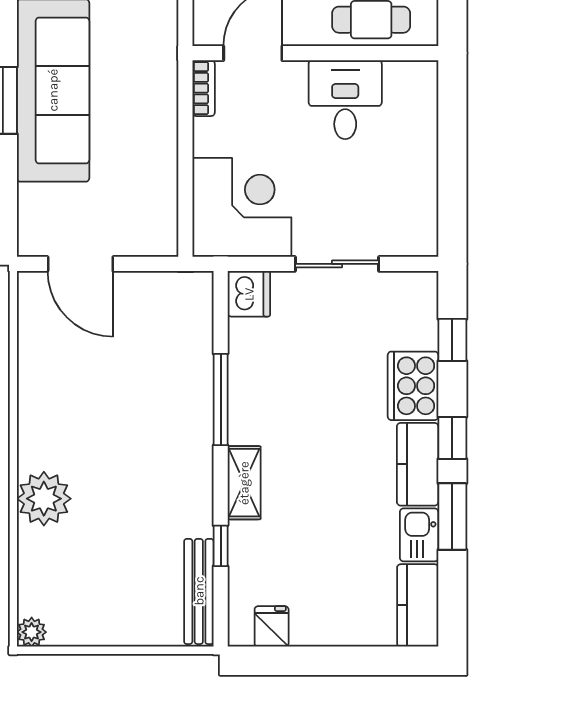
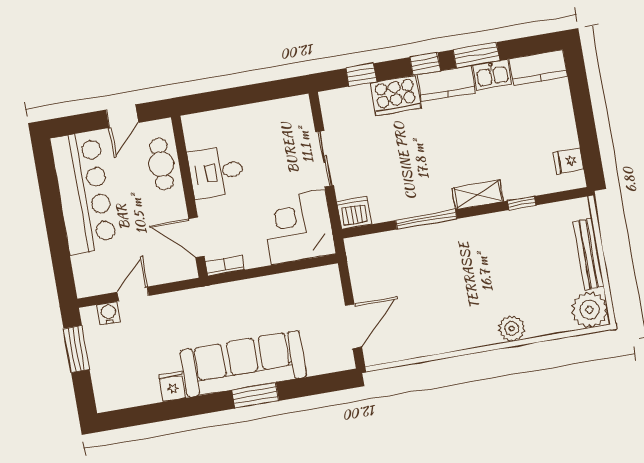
plant: (44, 499) -> (512, 328), width x0.73, depth x0.73
bench: (199, 591) -> (589, 254), moved, turned 90
plant: (32, 632) -> (589, 310), width x1.88, depth x1.88

